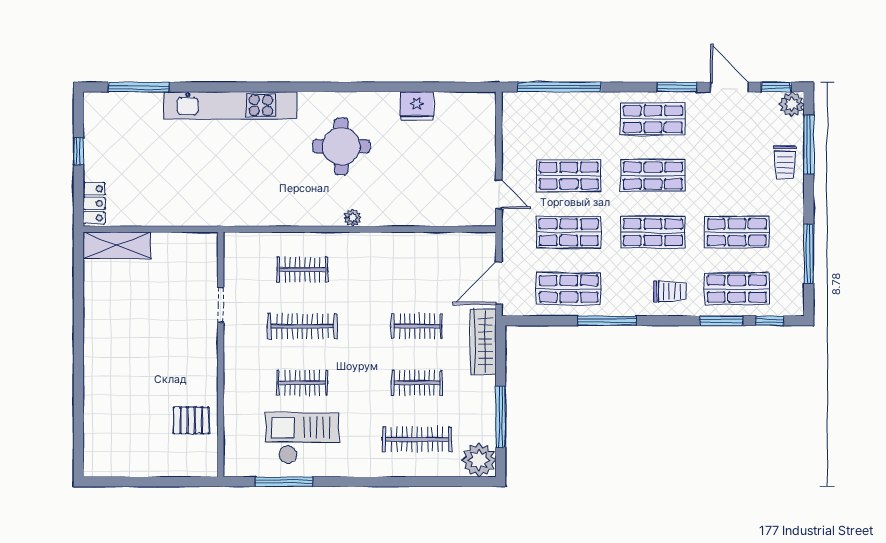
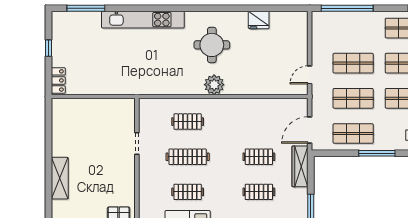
door: (499, 194) -> (310, 75), swing flipped
plant: (353, 218) -> (214, 85), width x1.88, depth x1.88
shelving: (117, 245) -> (60, 178), moved, turned 90

